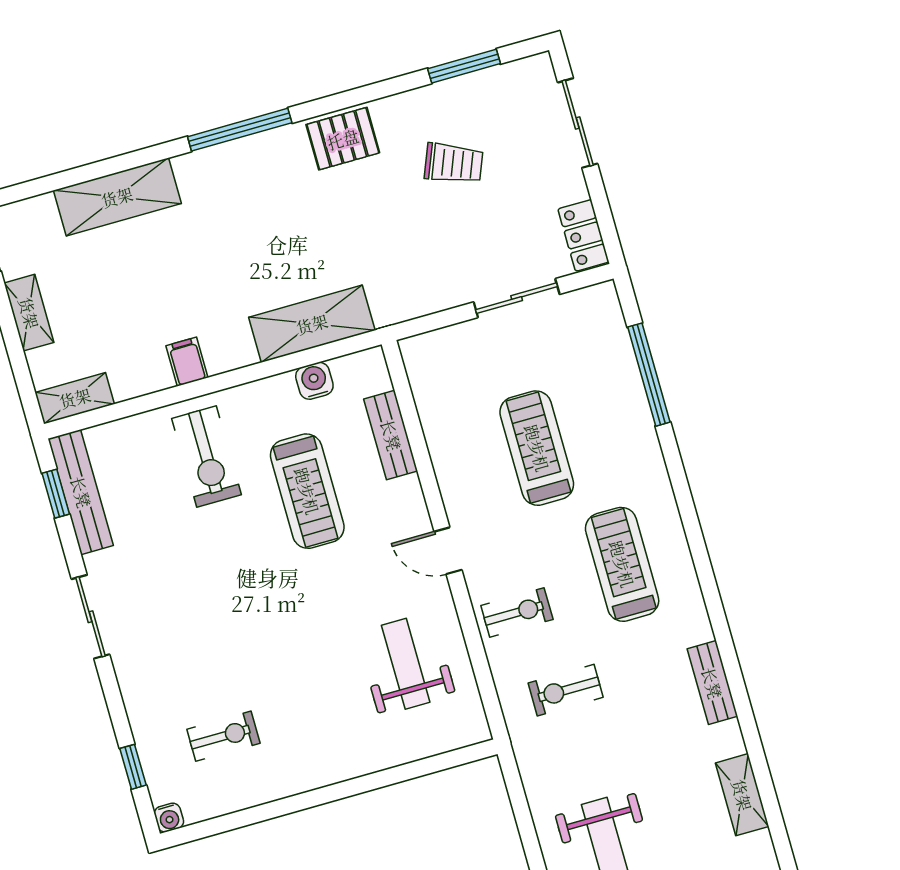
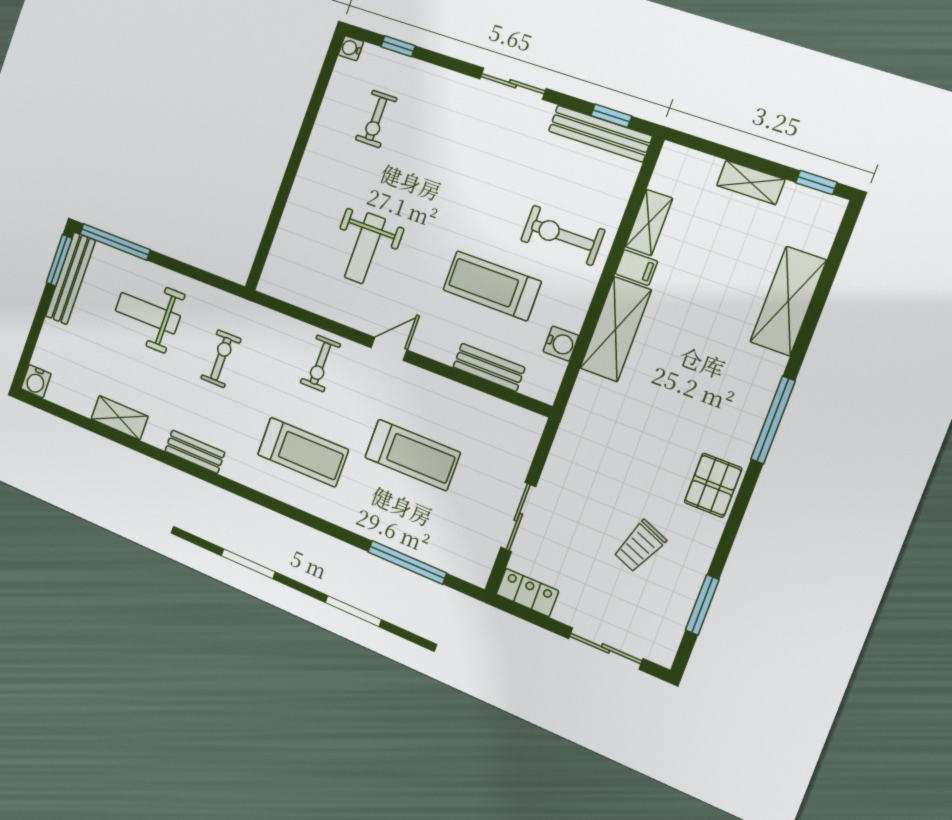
shelving: (312, 324) -> (616, 329), moved
shelving: (75, 398) -> (649, 223), moved
weight bench: (406, 664) -> (365, 248), moved, turned 90
exercise bike: (566, 690) -> (221, 359), moved

